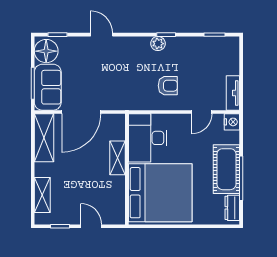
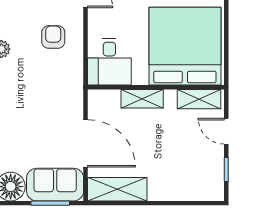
desk: (148, 138) -> (109, 62), width x0.73
shelving: (42, 195) -> (199, 99), moved
door: (91, 226) -> (226, 131), hinge flipped

